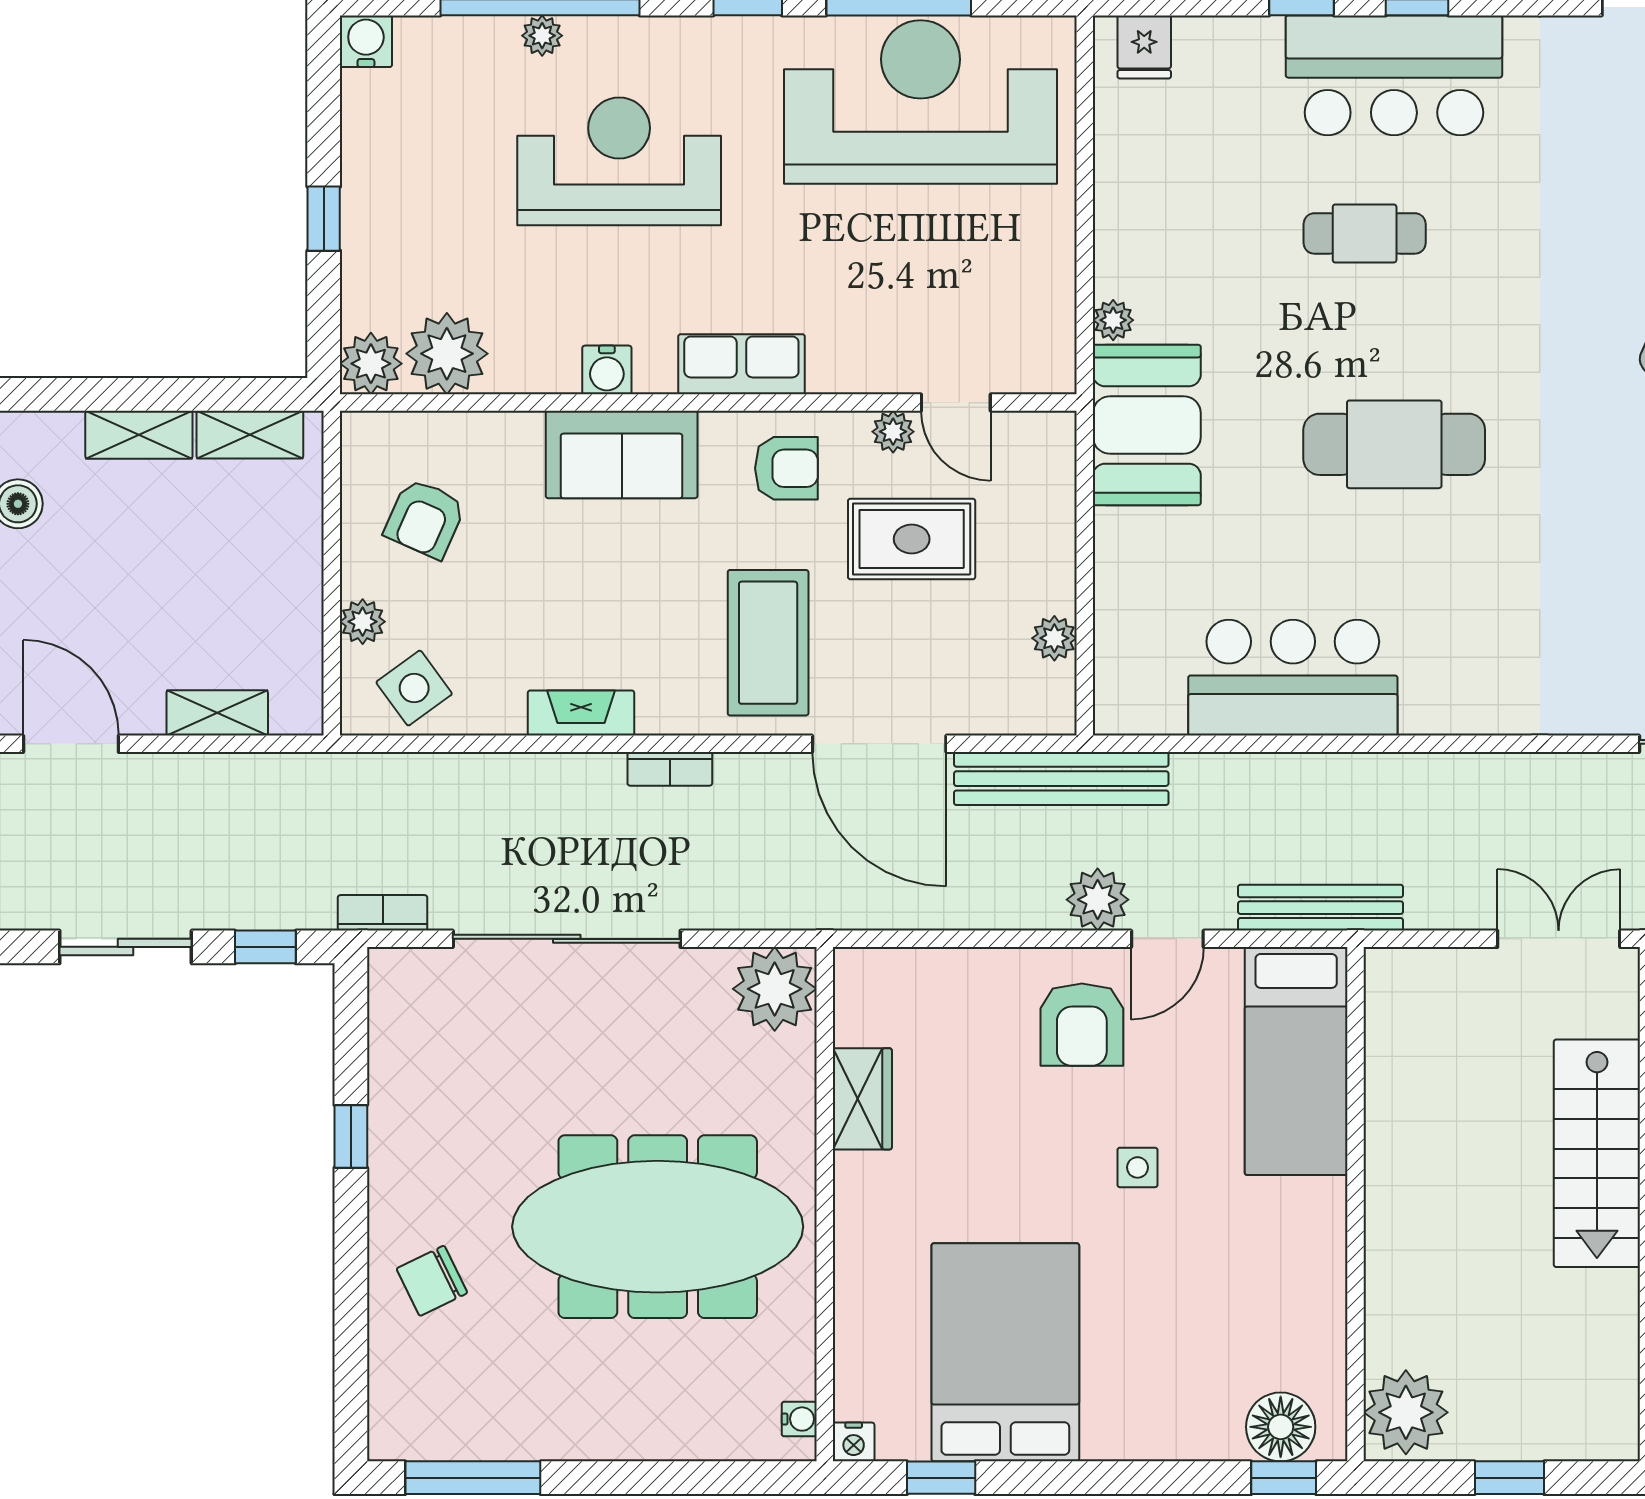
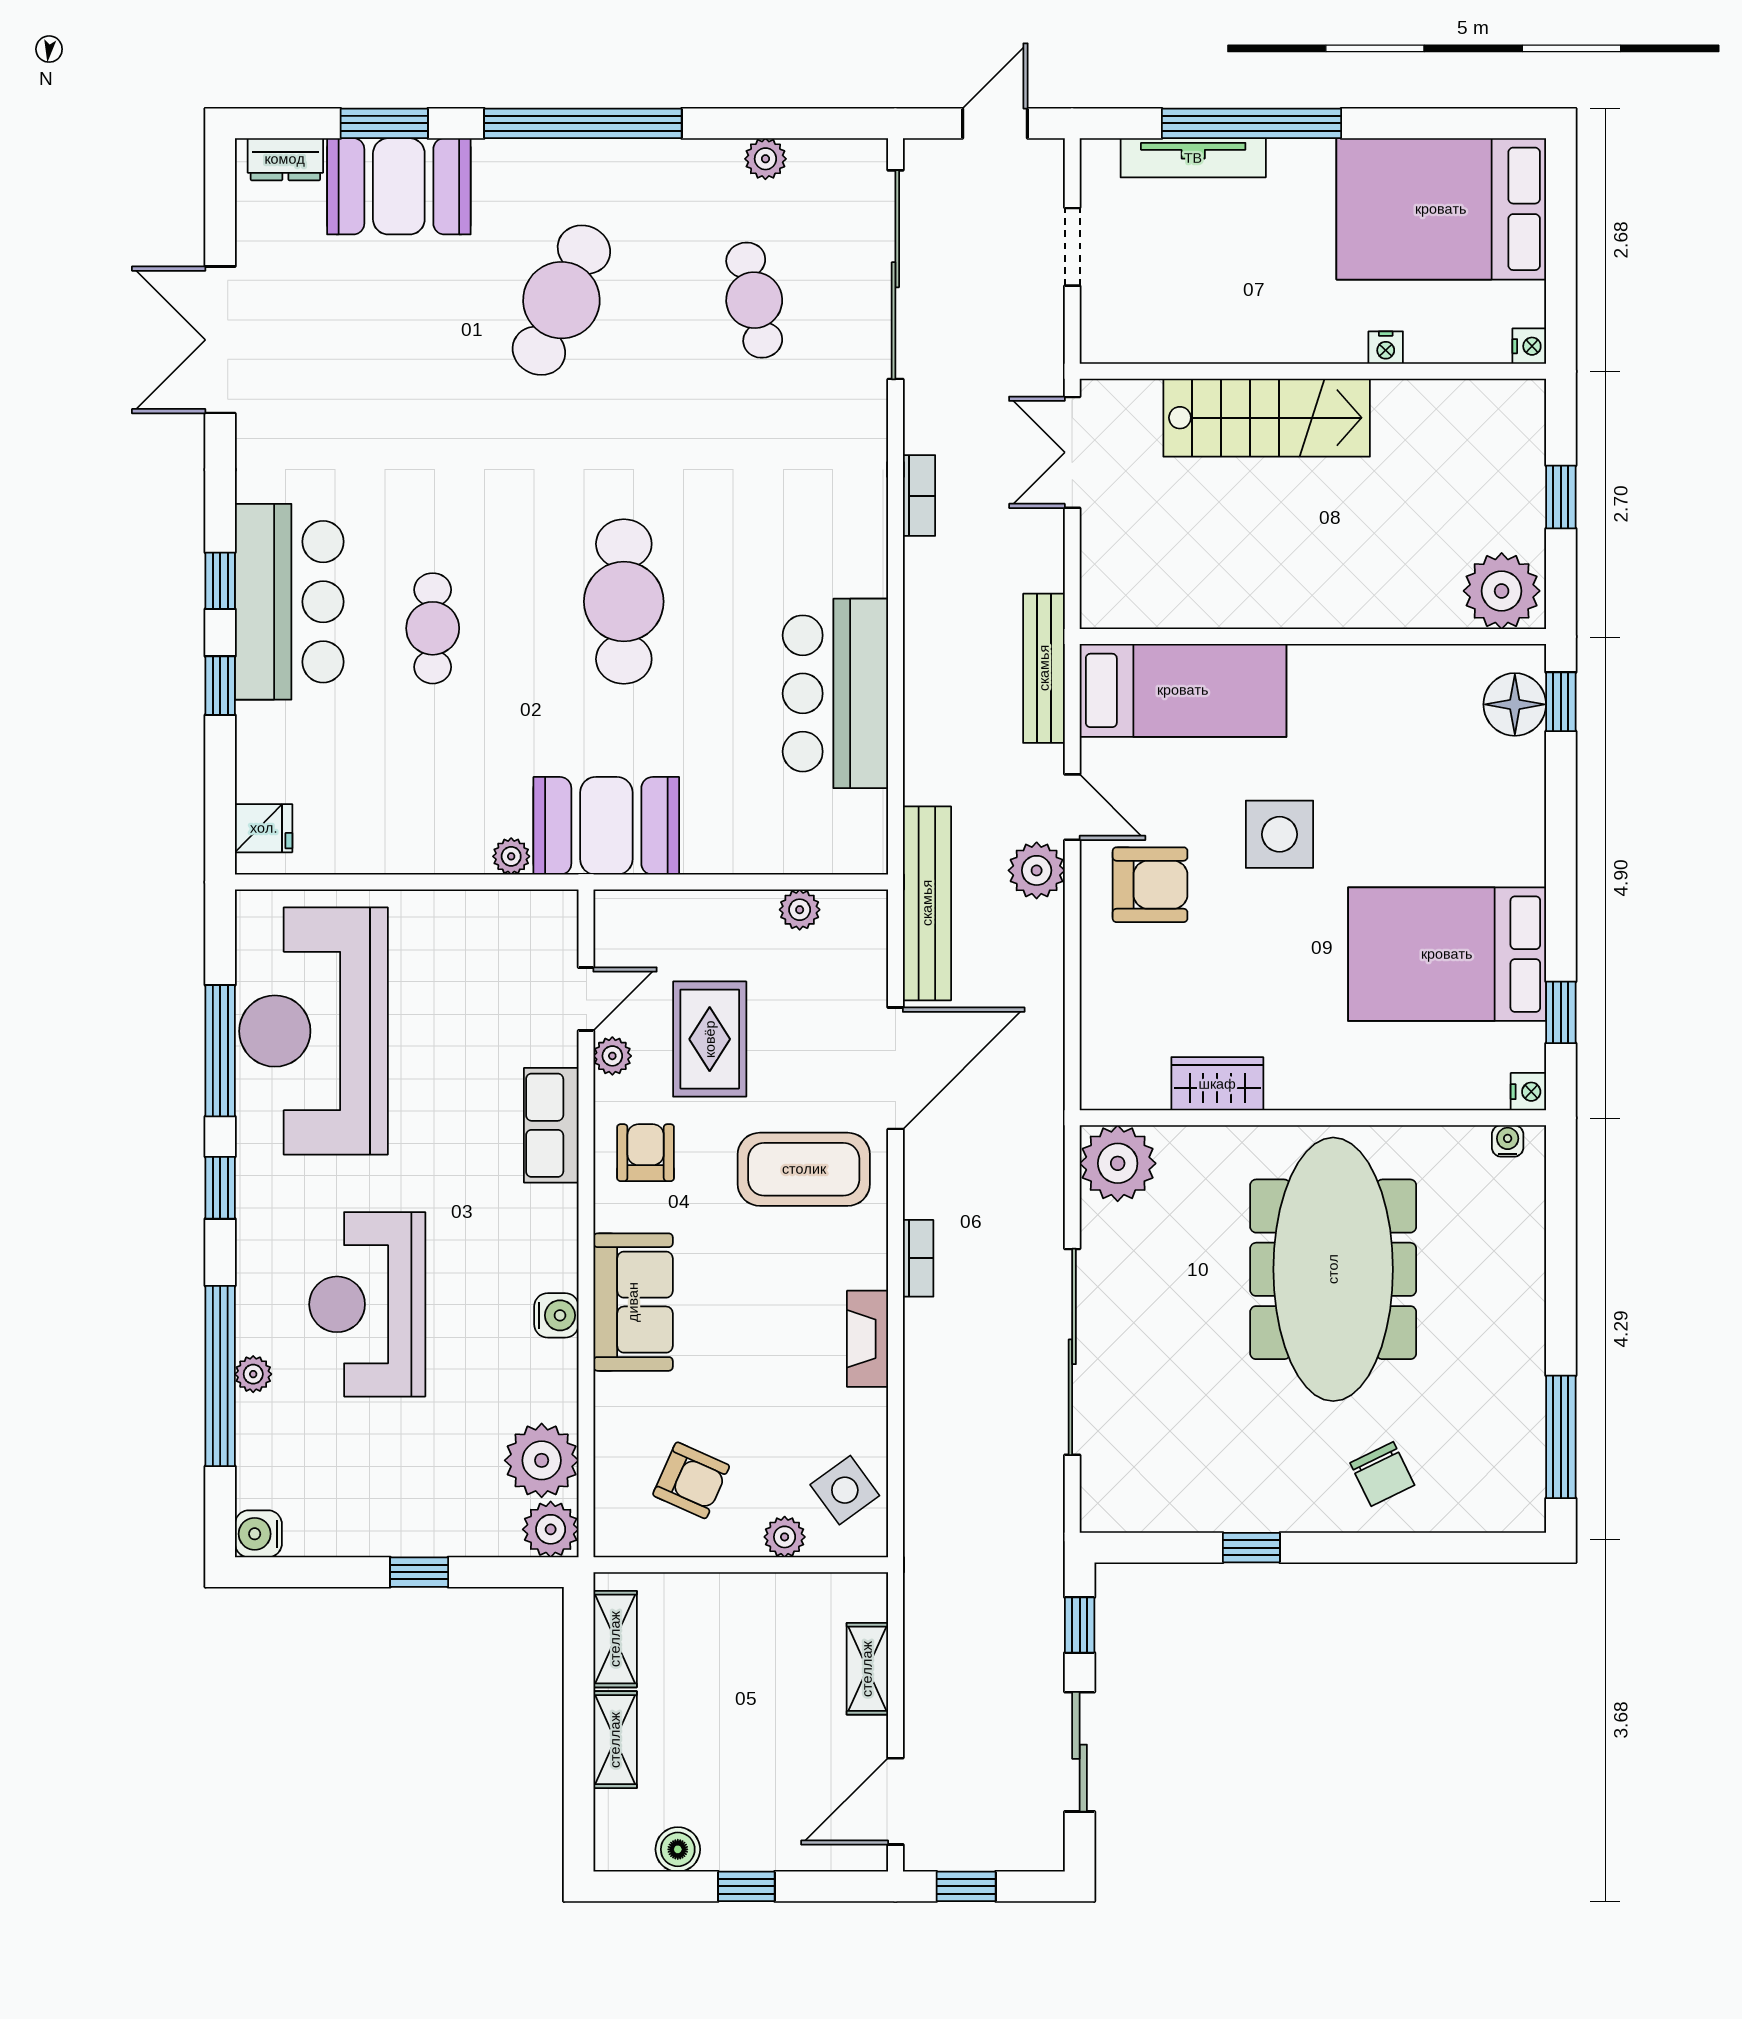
row of seats: (741, 364) -> (551, 1125), moved
bookcase: (383, 913) -> (919, 496), moved, turned 180
side table: (1137, 1167) -> (1280, 834), width x1.87, depth x1.87

